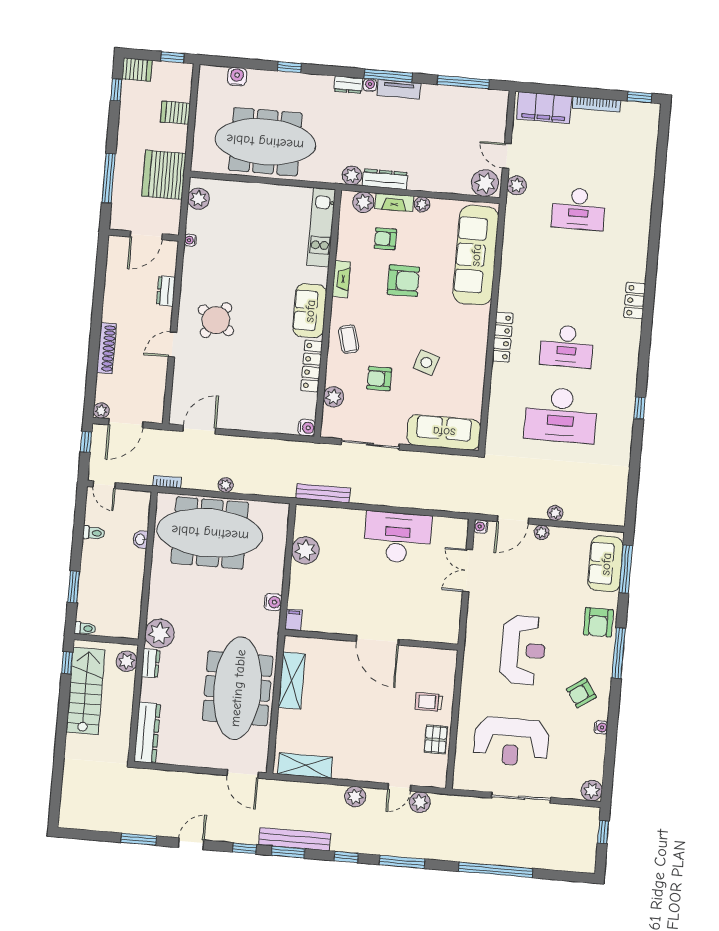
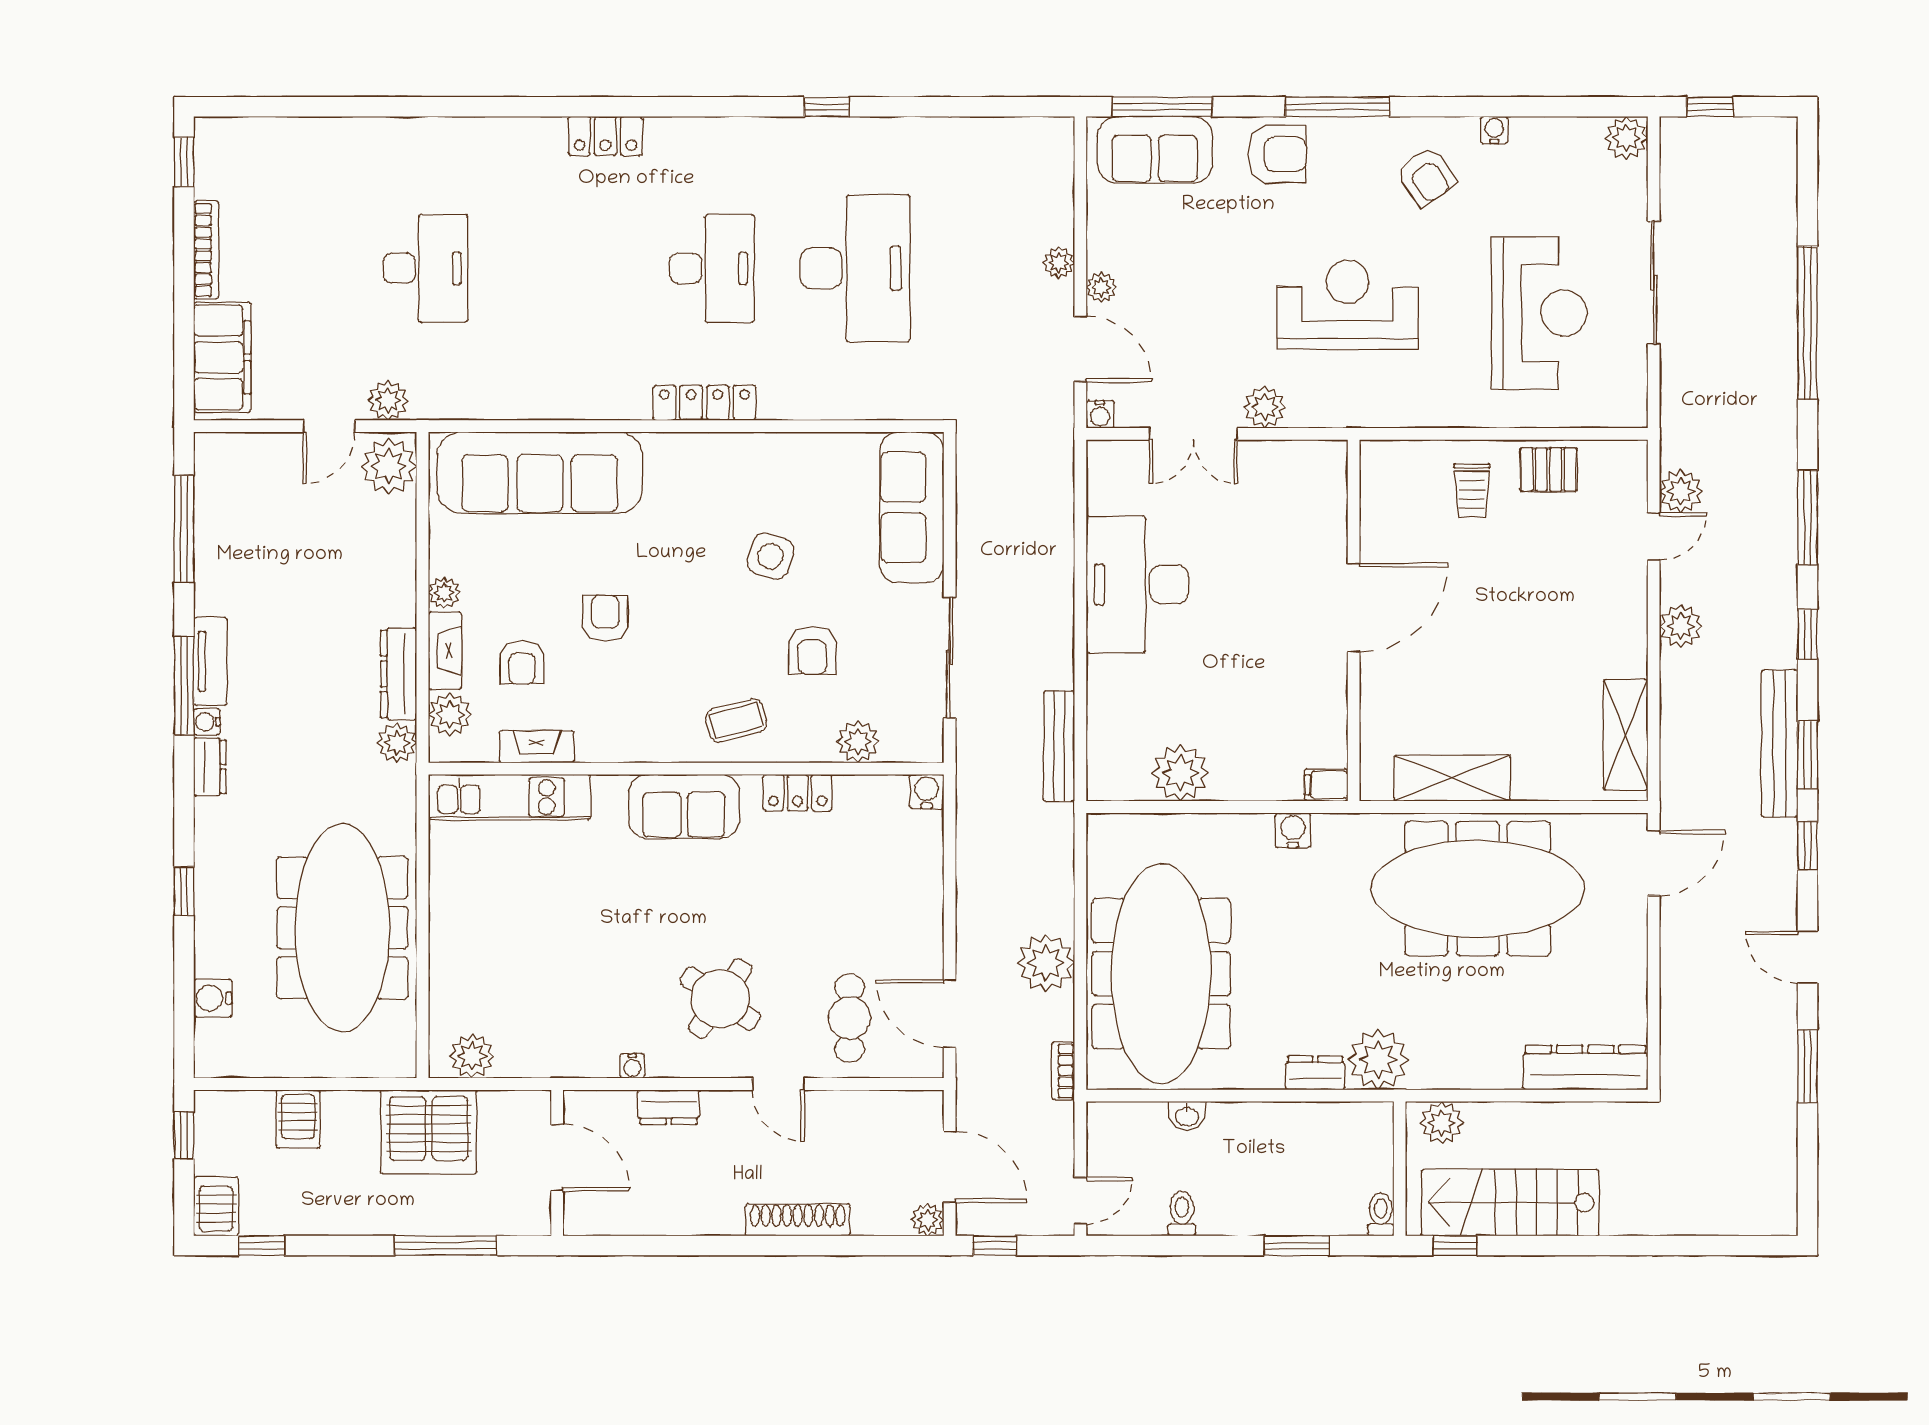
water cooler: (190, 240) -> (632, 1066), moved
fireplace: (341, 279) -> (537, 747), moved
armchair: (403, 281) -> (605, 618), width x0.72, depth x0.72
locker: (312, 366) -> (798, 793), width x0.66
cafe table: (201, 381) -> (850, 1018), added
plant: (226, 485) -> (1046, 963), width x1.88, depth x1.88
plant: (477, 606) -> (1265, 407), added
dresser: (151, 663) -> (1315, 1073), moved
door: (399, 787) -> (1654, 536), hinge flipped

